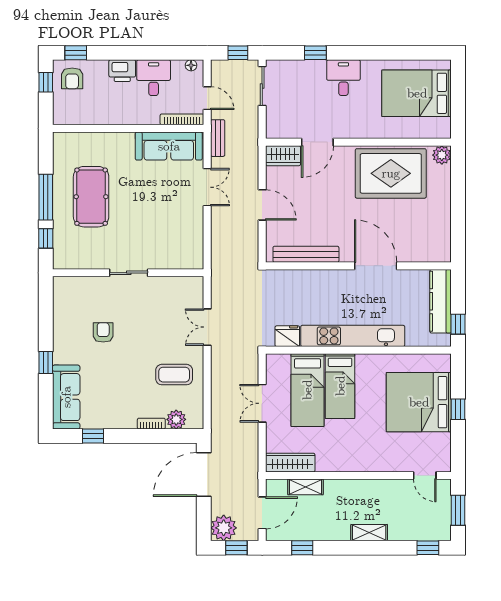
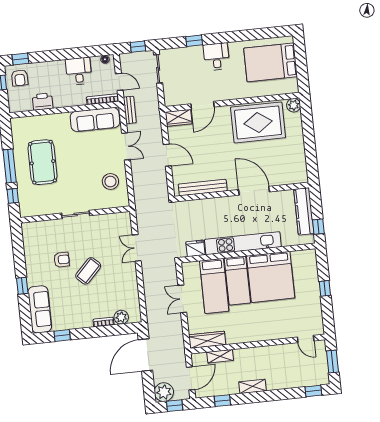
printer: (122, 71) -> (43, 102), moved, turned 180
stool: (181, 233) -> (110, 182), added
armchair: (103, 332) -> (62, 260), turned 90
coffee table: (174, 375) -> (88, 271), moved, turned -46
bed: (419, 402) -> (271, 277), moved, turned -90
shelving: (369, 533) -> (252, 386), moved

